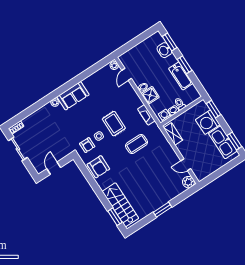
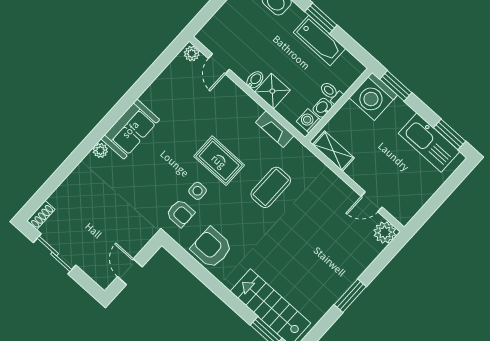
washing machine: (208, 122) -> (373, 96), moved
armchair: (98, 167) -> (211, 248), turned 180

